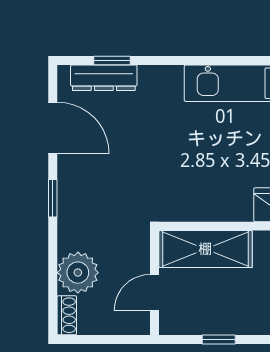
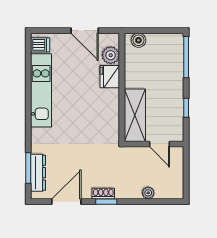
window: (112, 61) -> (28, 168), width x1.50
plant: (78, 273) -> (148, 193), width x0.53, depth x0.53
shoe rack: (67, 315) -> (103, 194), moved

